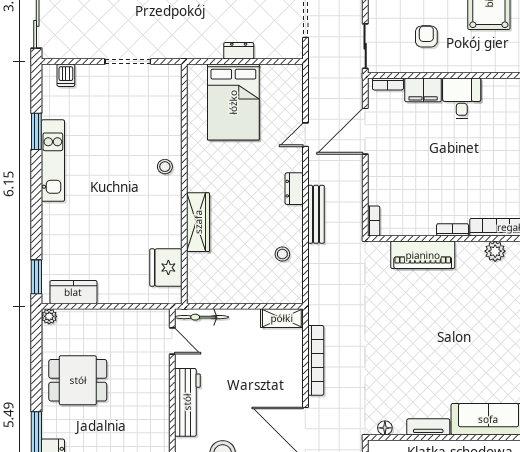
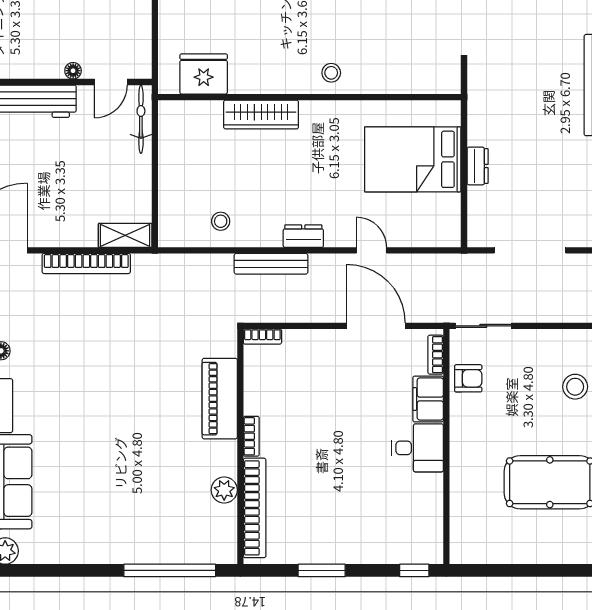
armchair: (426, 36) -> (468, 378), moved
shelving: (282, 318) -> (125, 235), moved, turned 90
floor lamp: (163, 371) -> (73, 71), added

